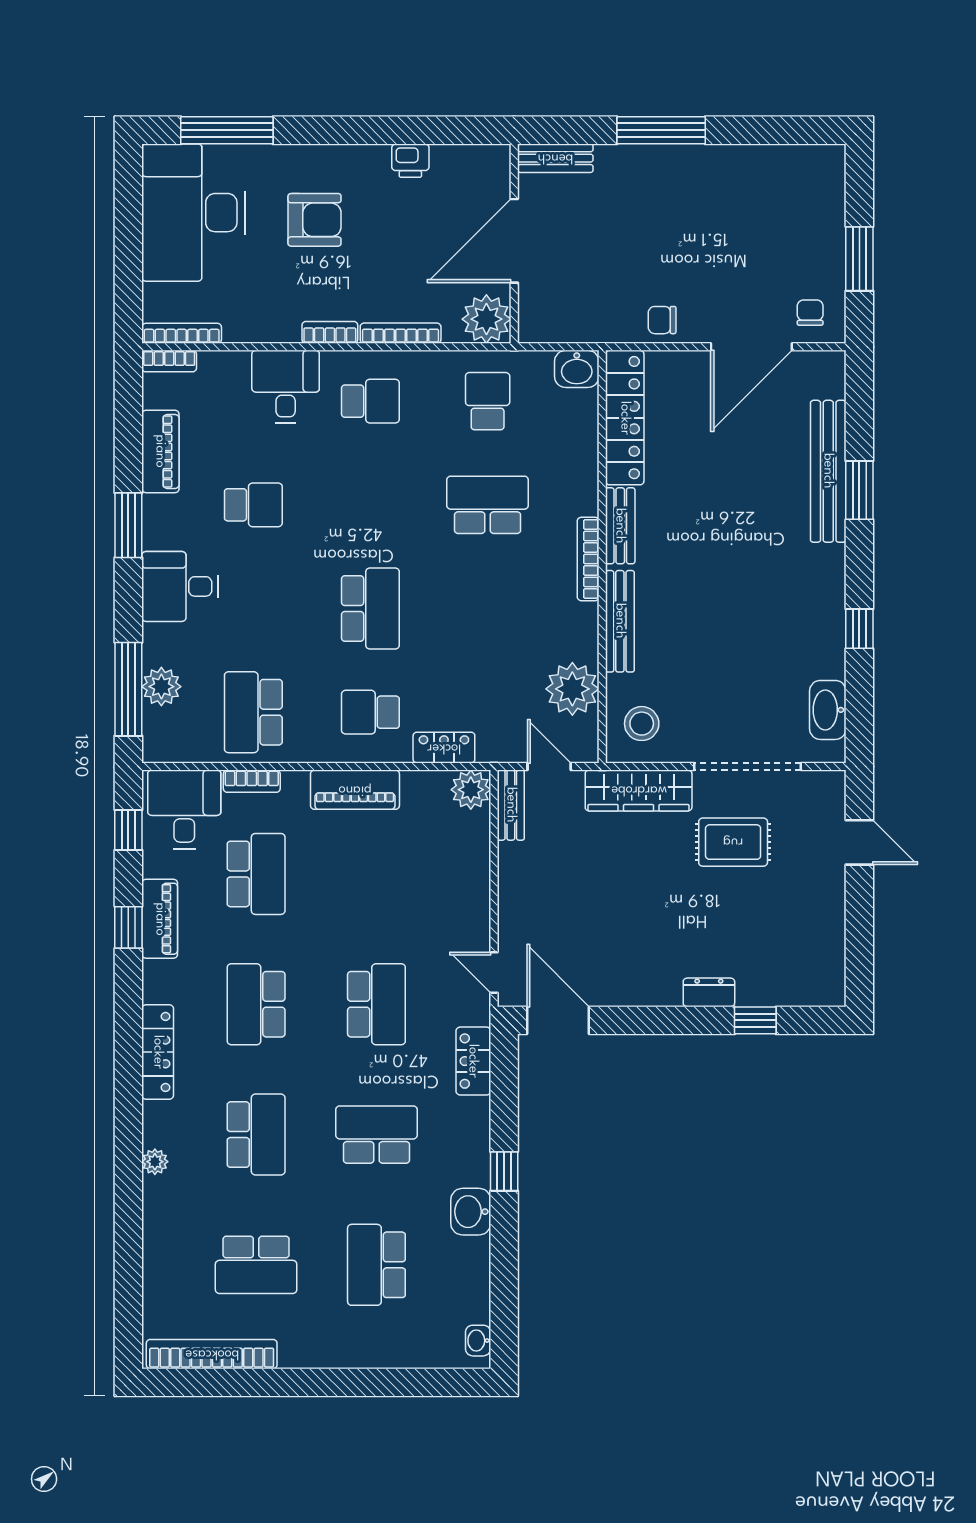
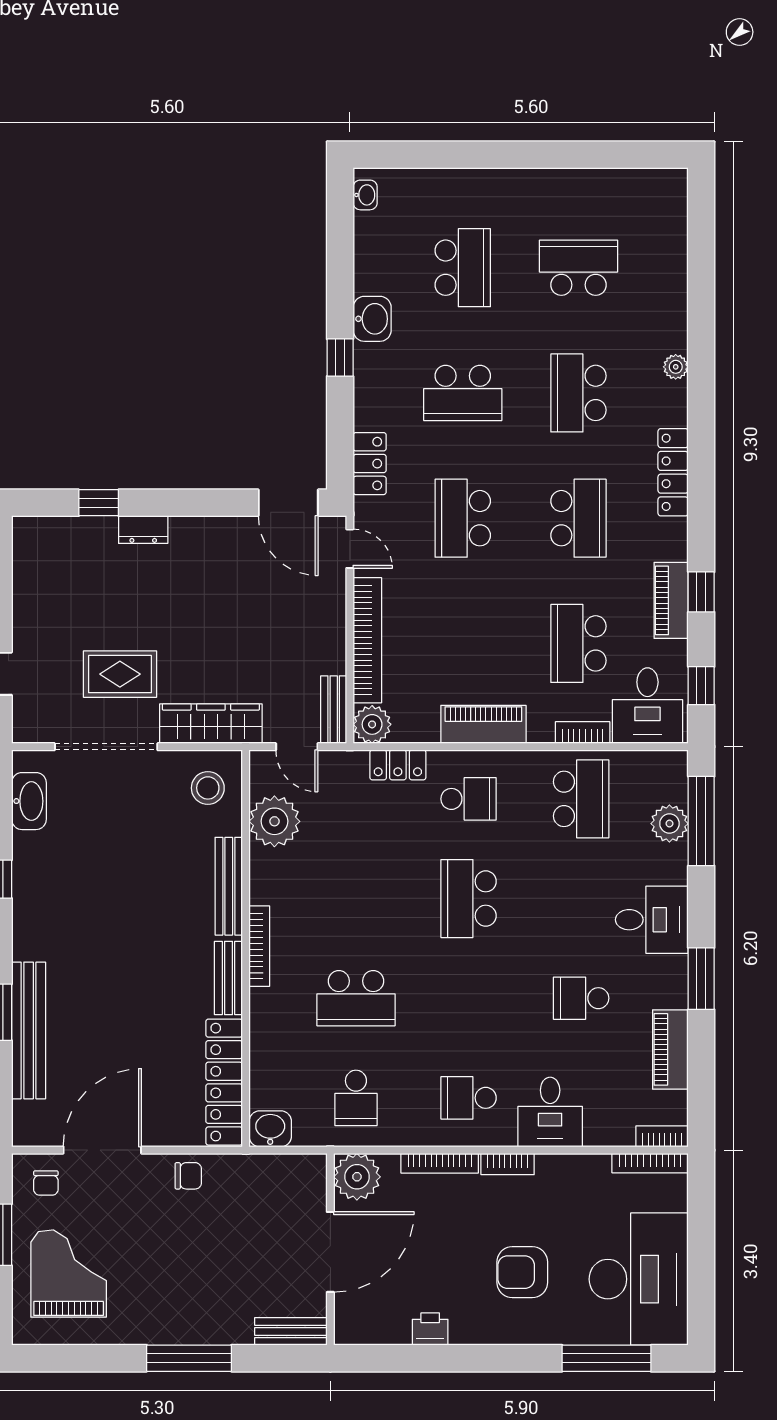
grand piano: (787, 218) -> (69, 1274), added
bookcase: (212, 1354) -> (367, 640), moved, turned -90

